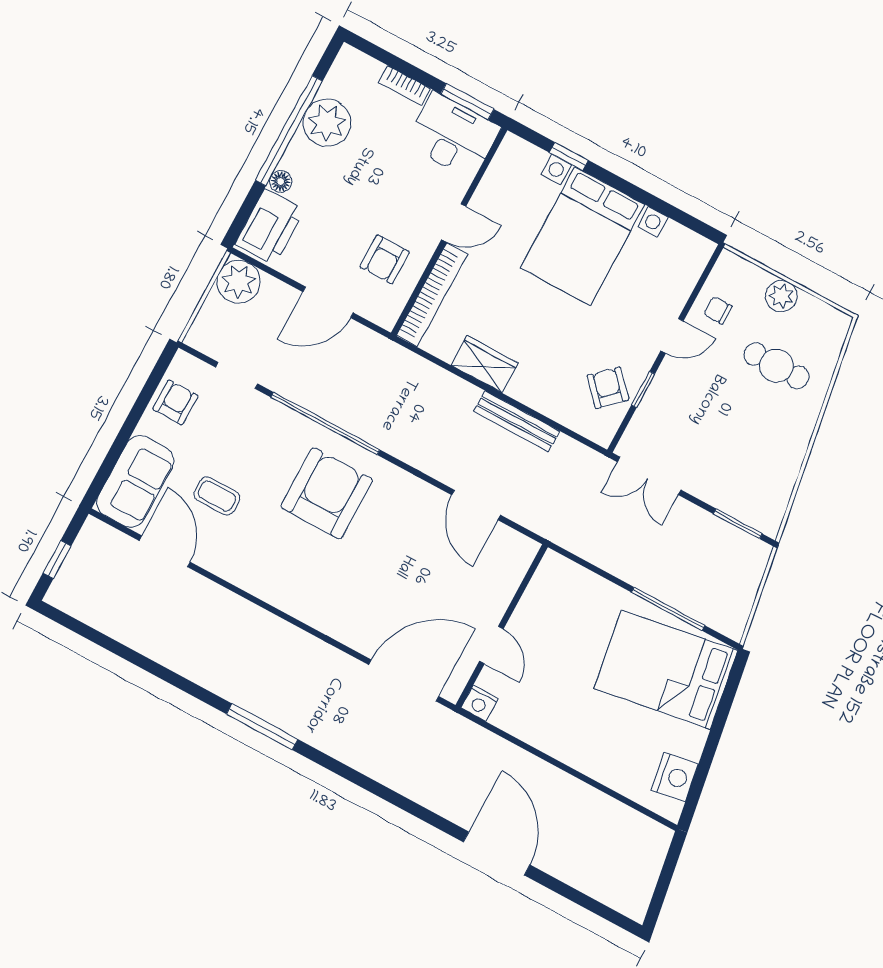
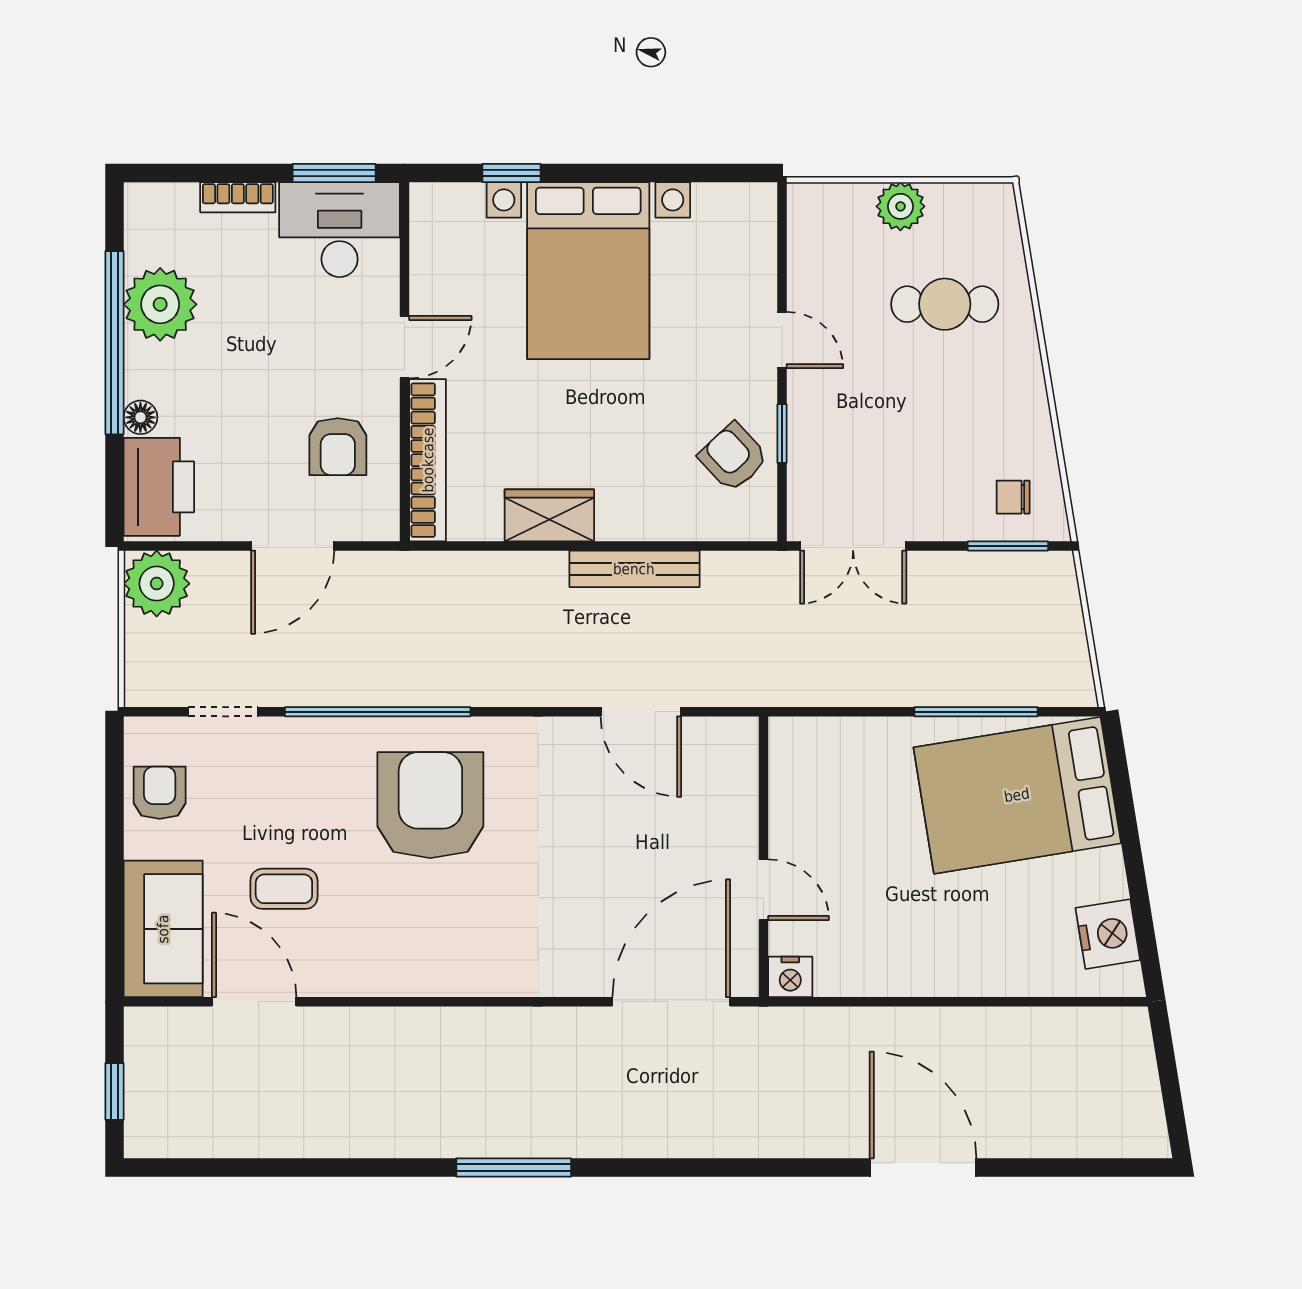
chair: (718, 310) -> (1013, 497), moved
door: (672, 336) -> (782, 340), hinge flipped

